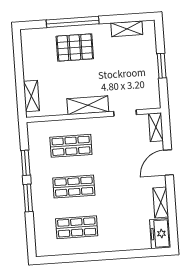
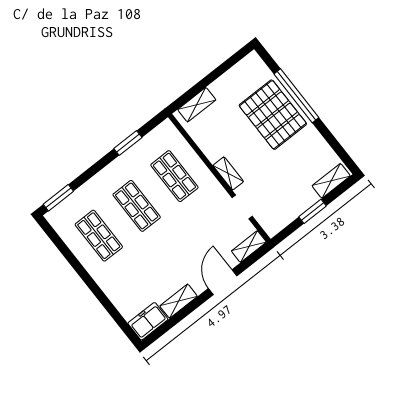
shelving: (127, 29) -> (331, 181), moved, turned 90
pallet: (75, 47) -> (273, 115), width x1.37, depth x1.41
shelving: (88, 105) -> (228, 173), width x0.67, depth x0.75
door: (168, 163) -> (223, 282), hinge flipped
window: (28, 198) -> (58, 198), moved

